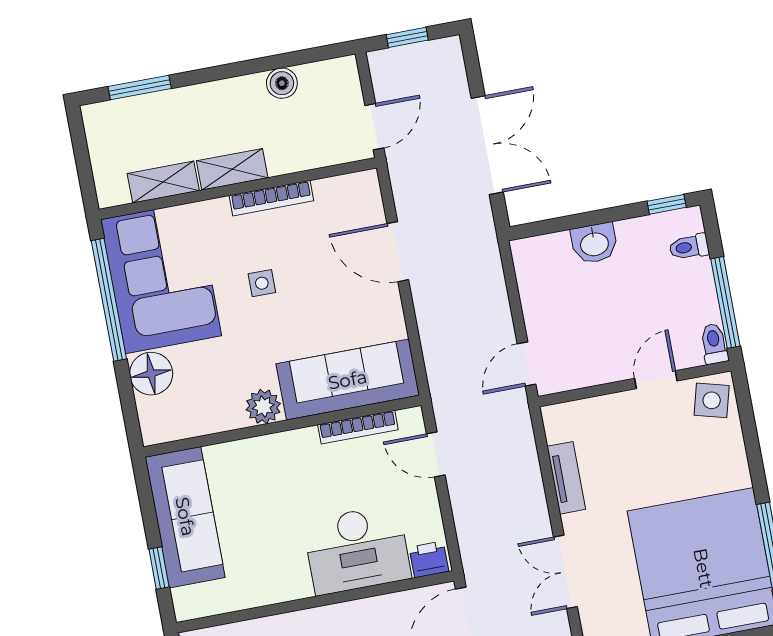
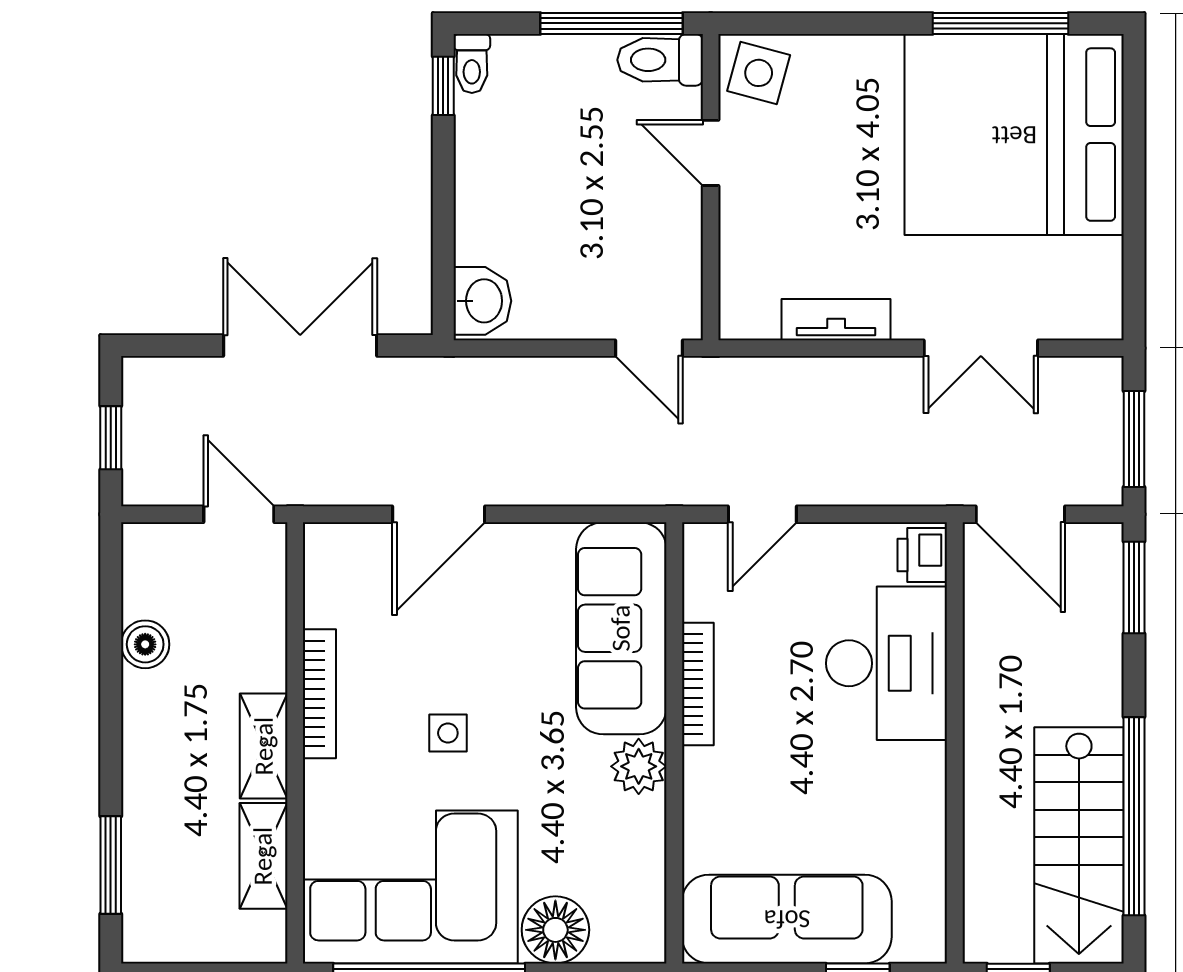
washbasin: (594, 243) -> (482, 301), moved
toilet: (689, 247) -> (472, 64), moved
toilet: (714, 344) -> (660, 60), width x1.37, depth x1.39
bookcase: (358, 427) -> (698, 684), moved

